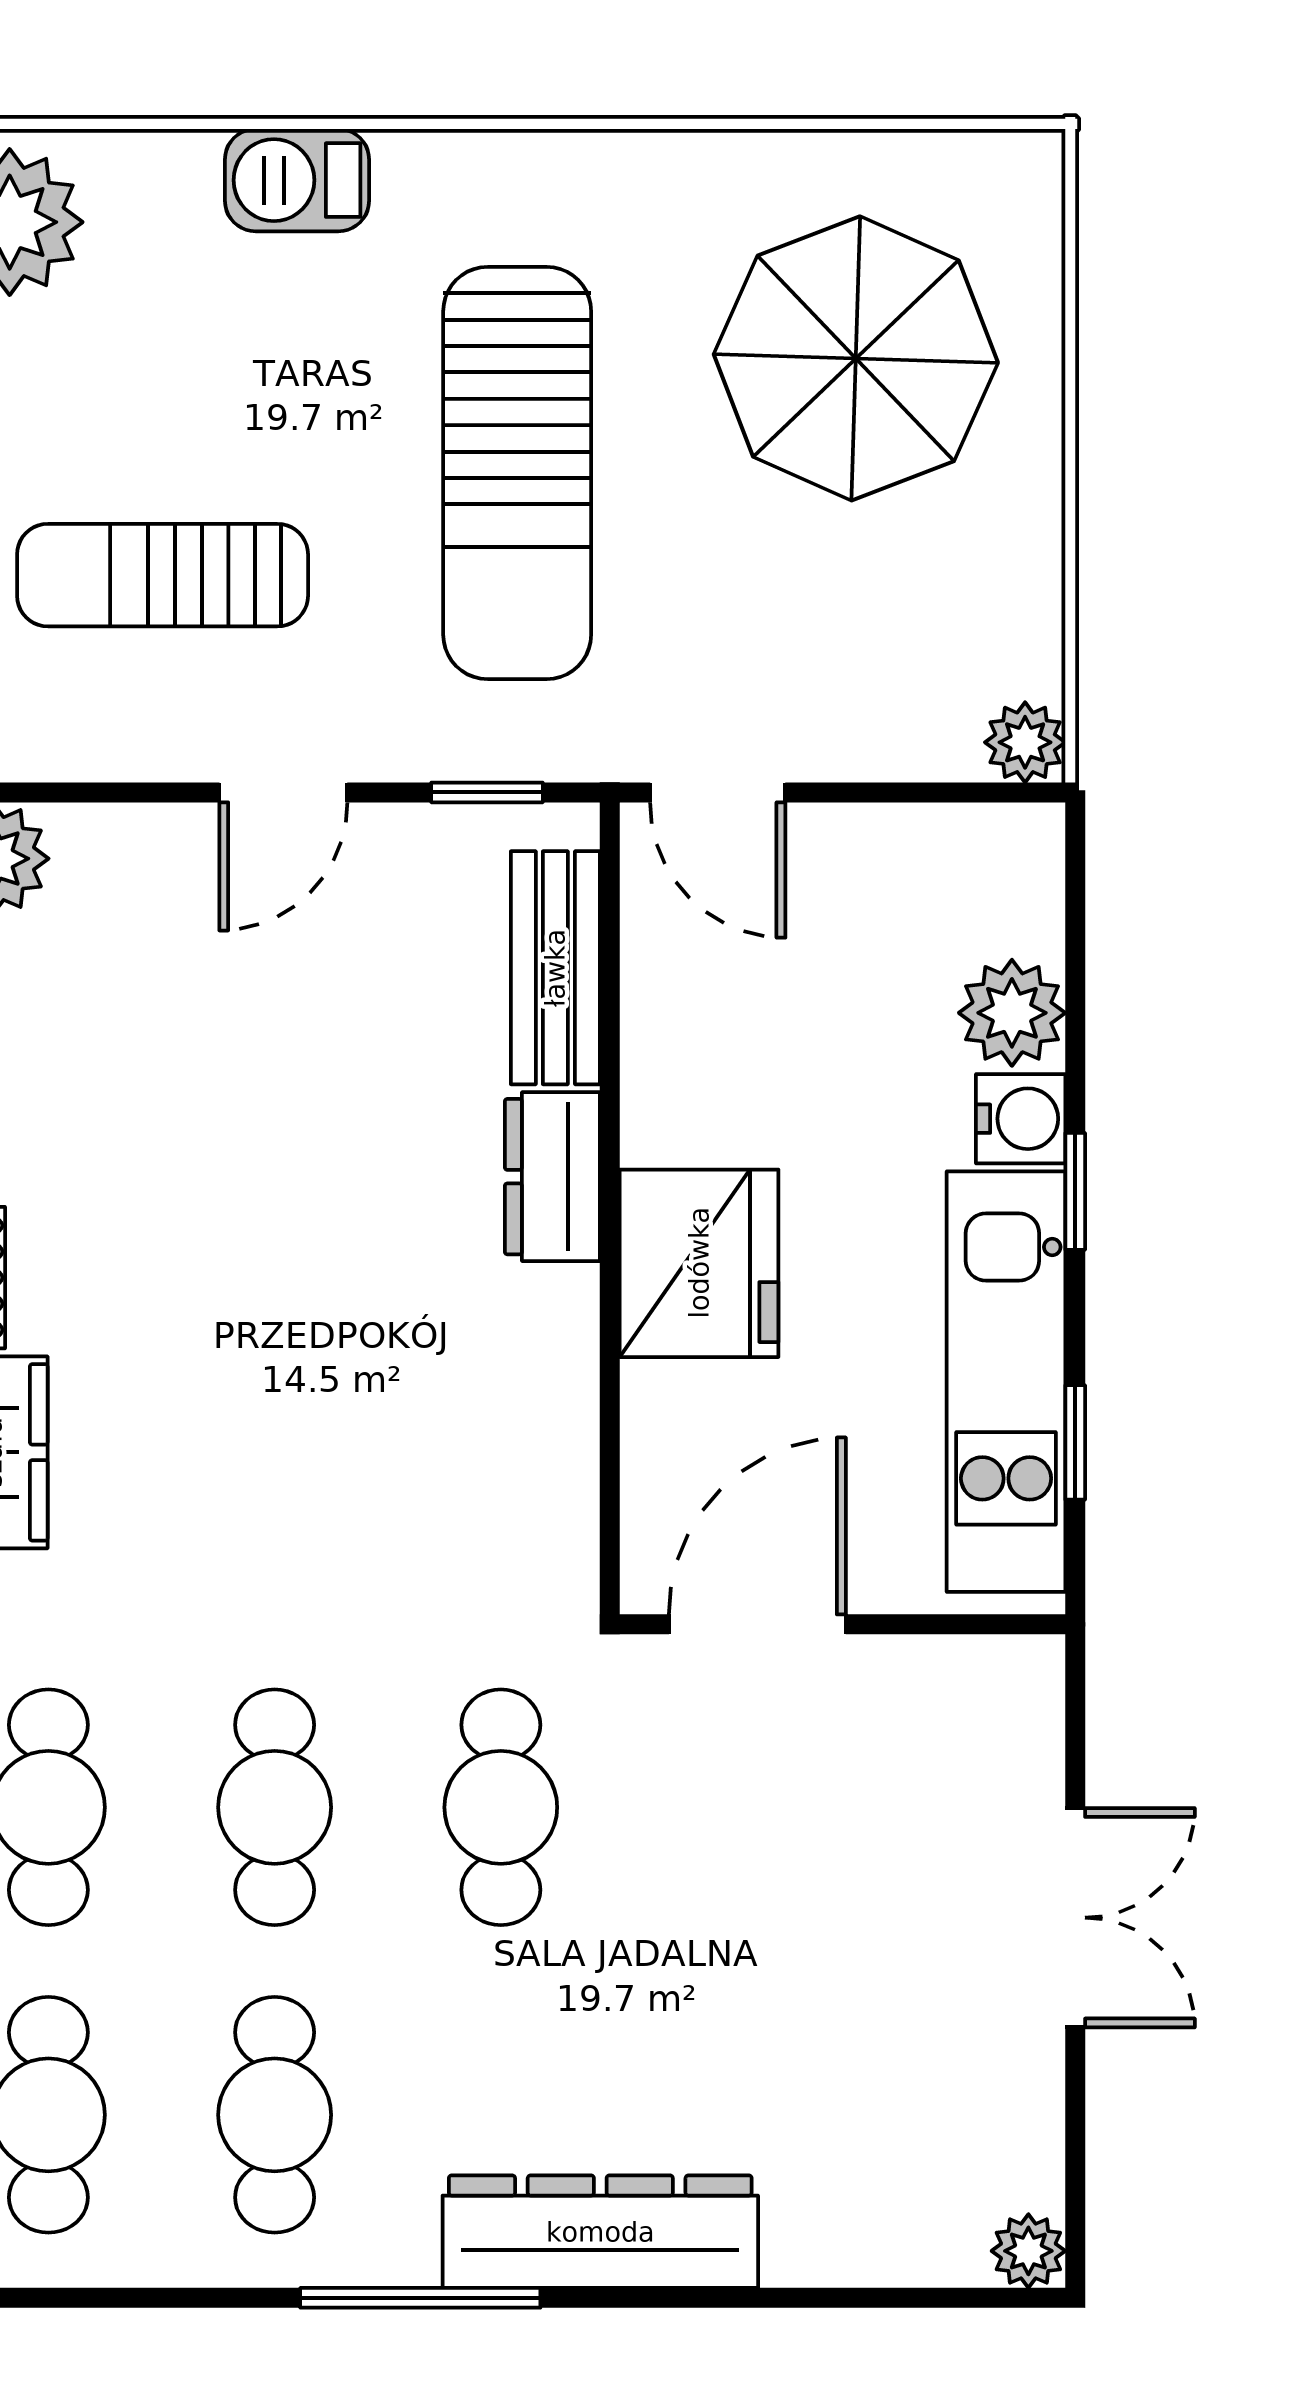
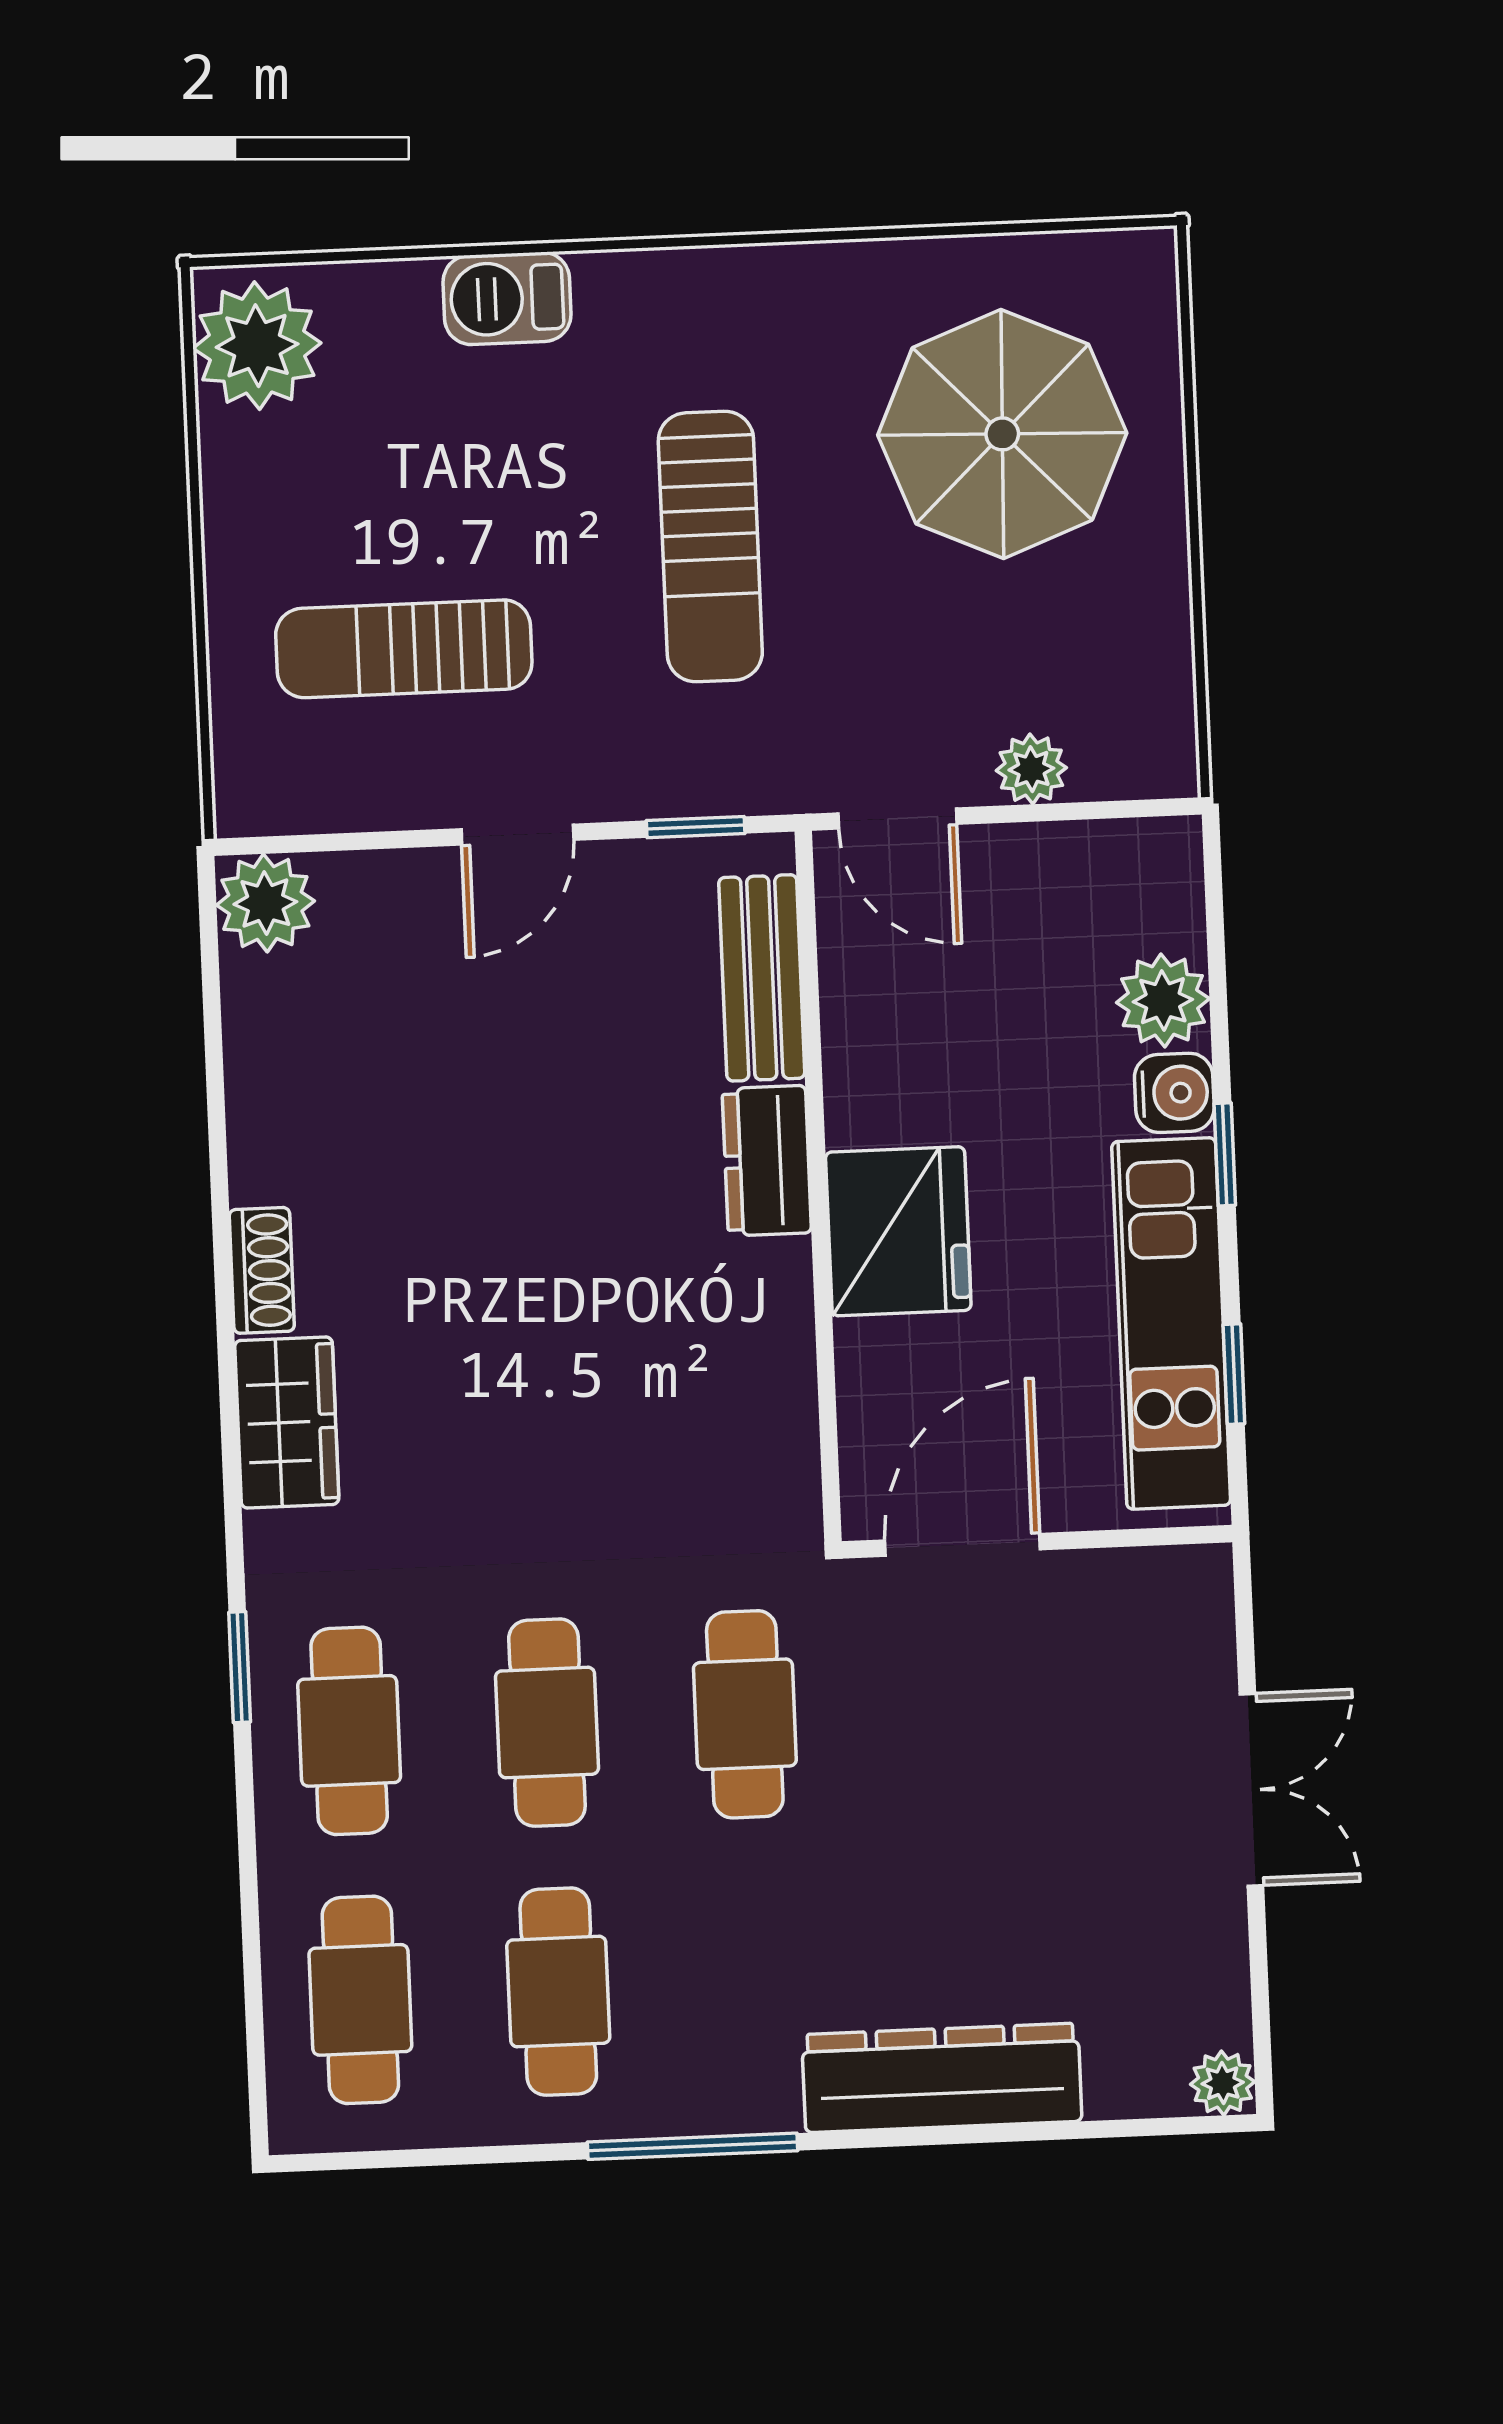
sun lounger: (517, 473) -> (710, 547), width x0.73, depth x0.75
plant: (1025, 742) -> (1031, 769), moved
dresser: (600, 2232) -> (942, 2078), moved

